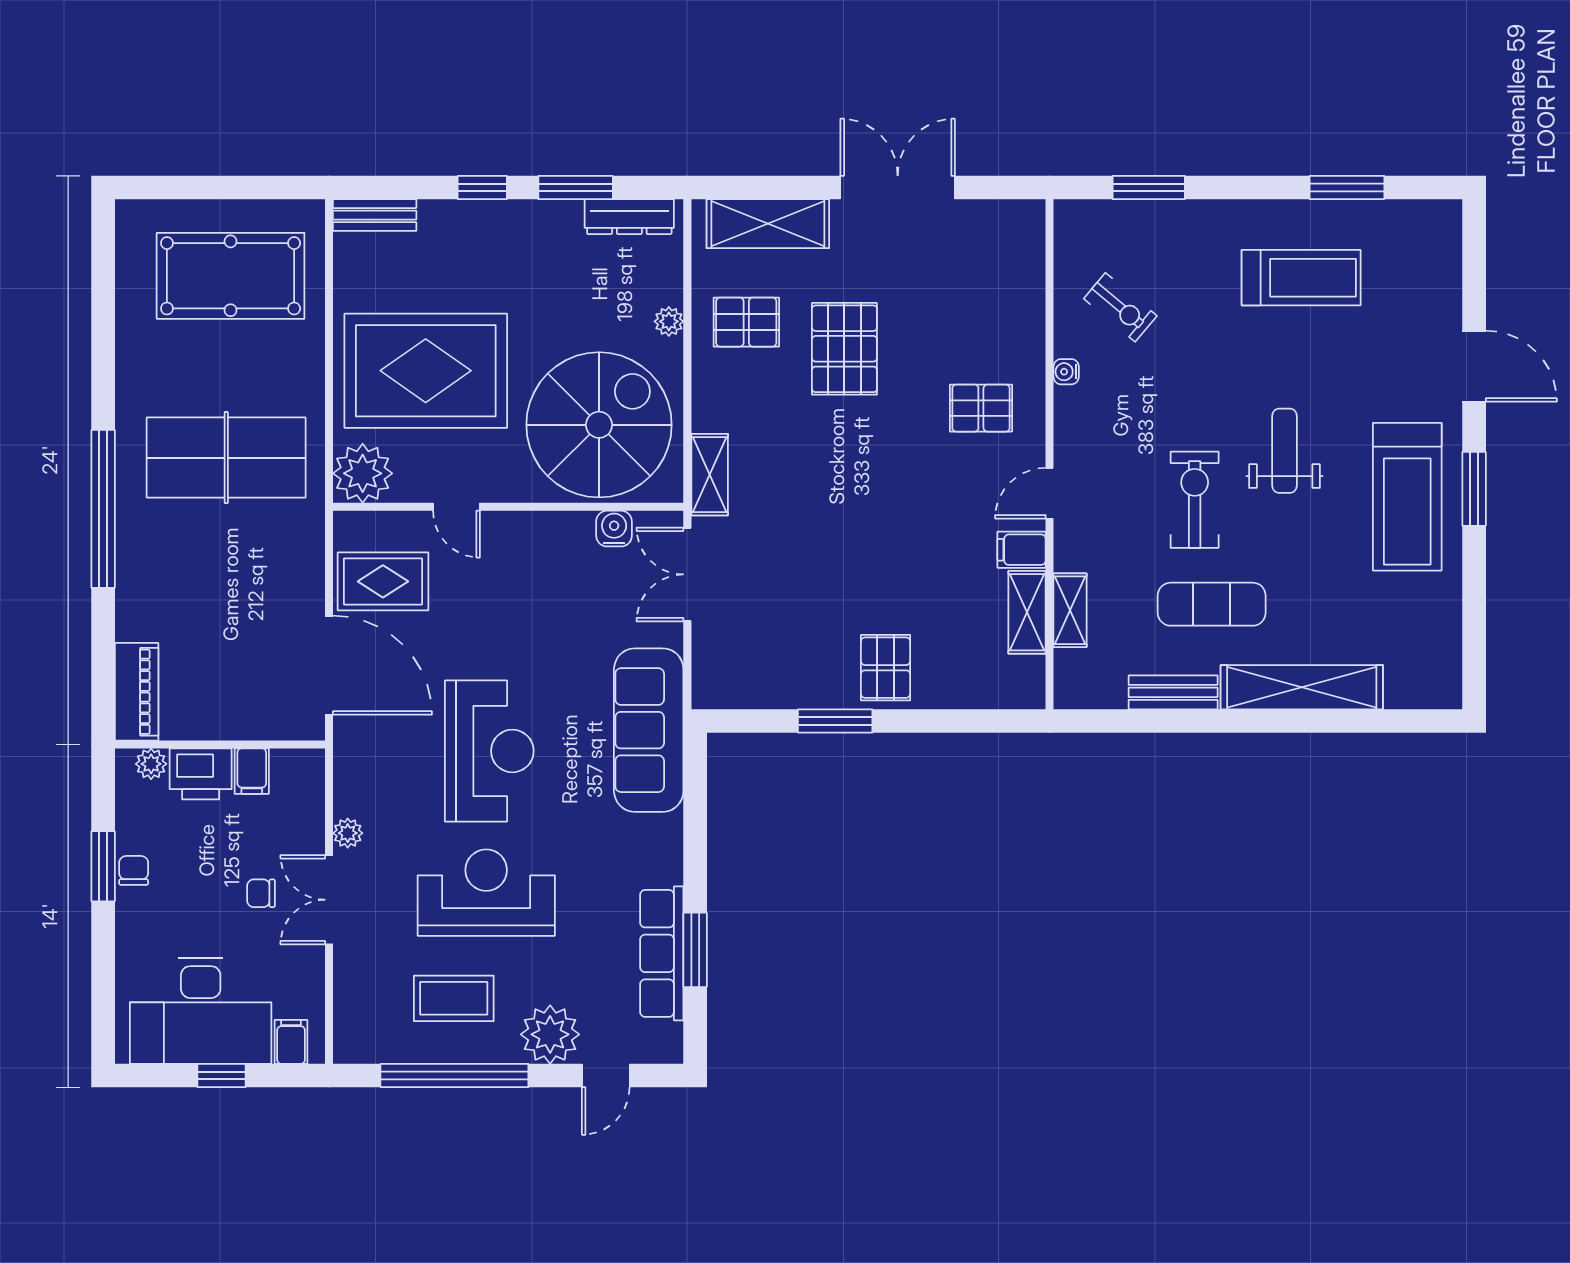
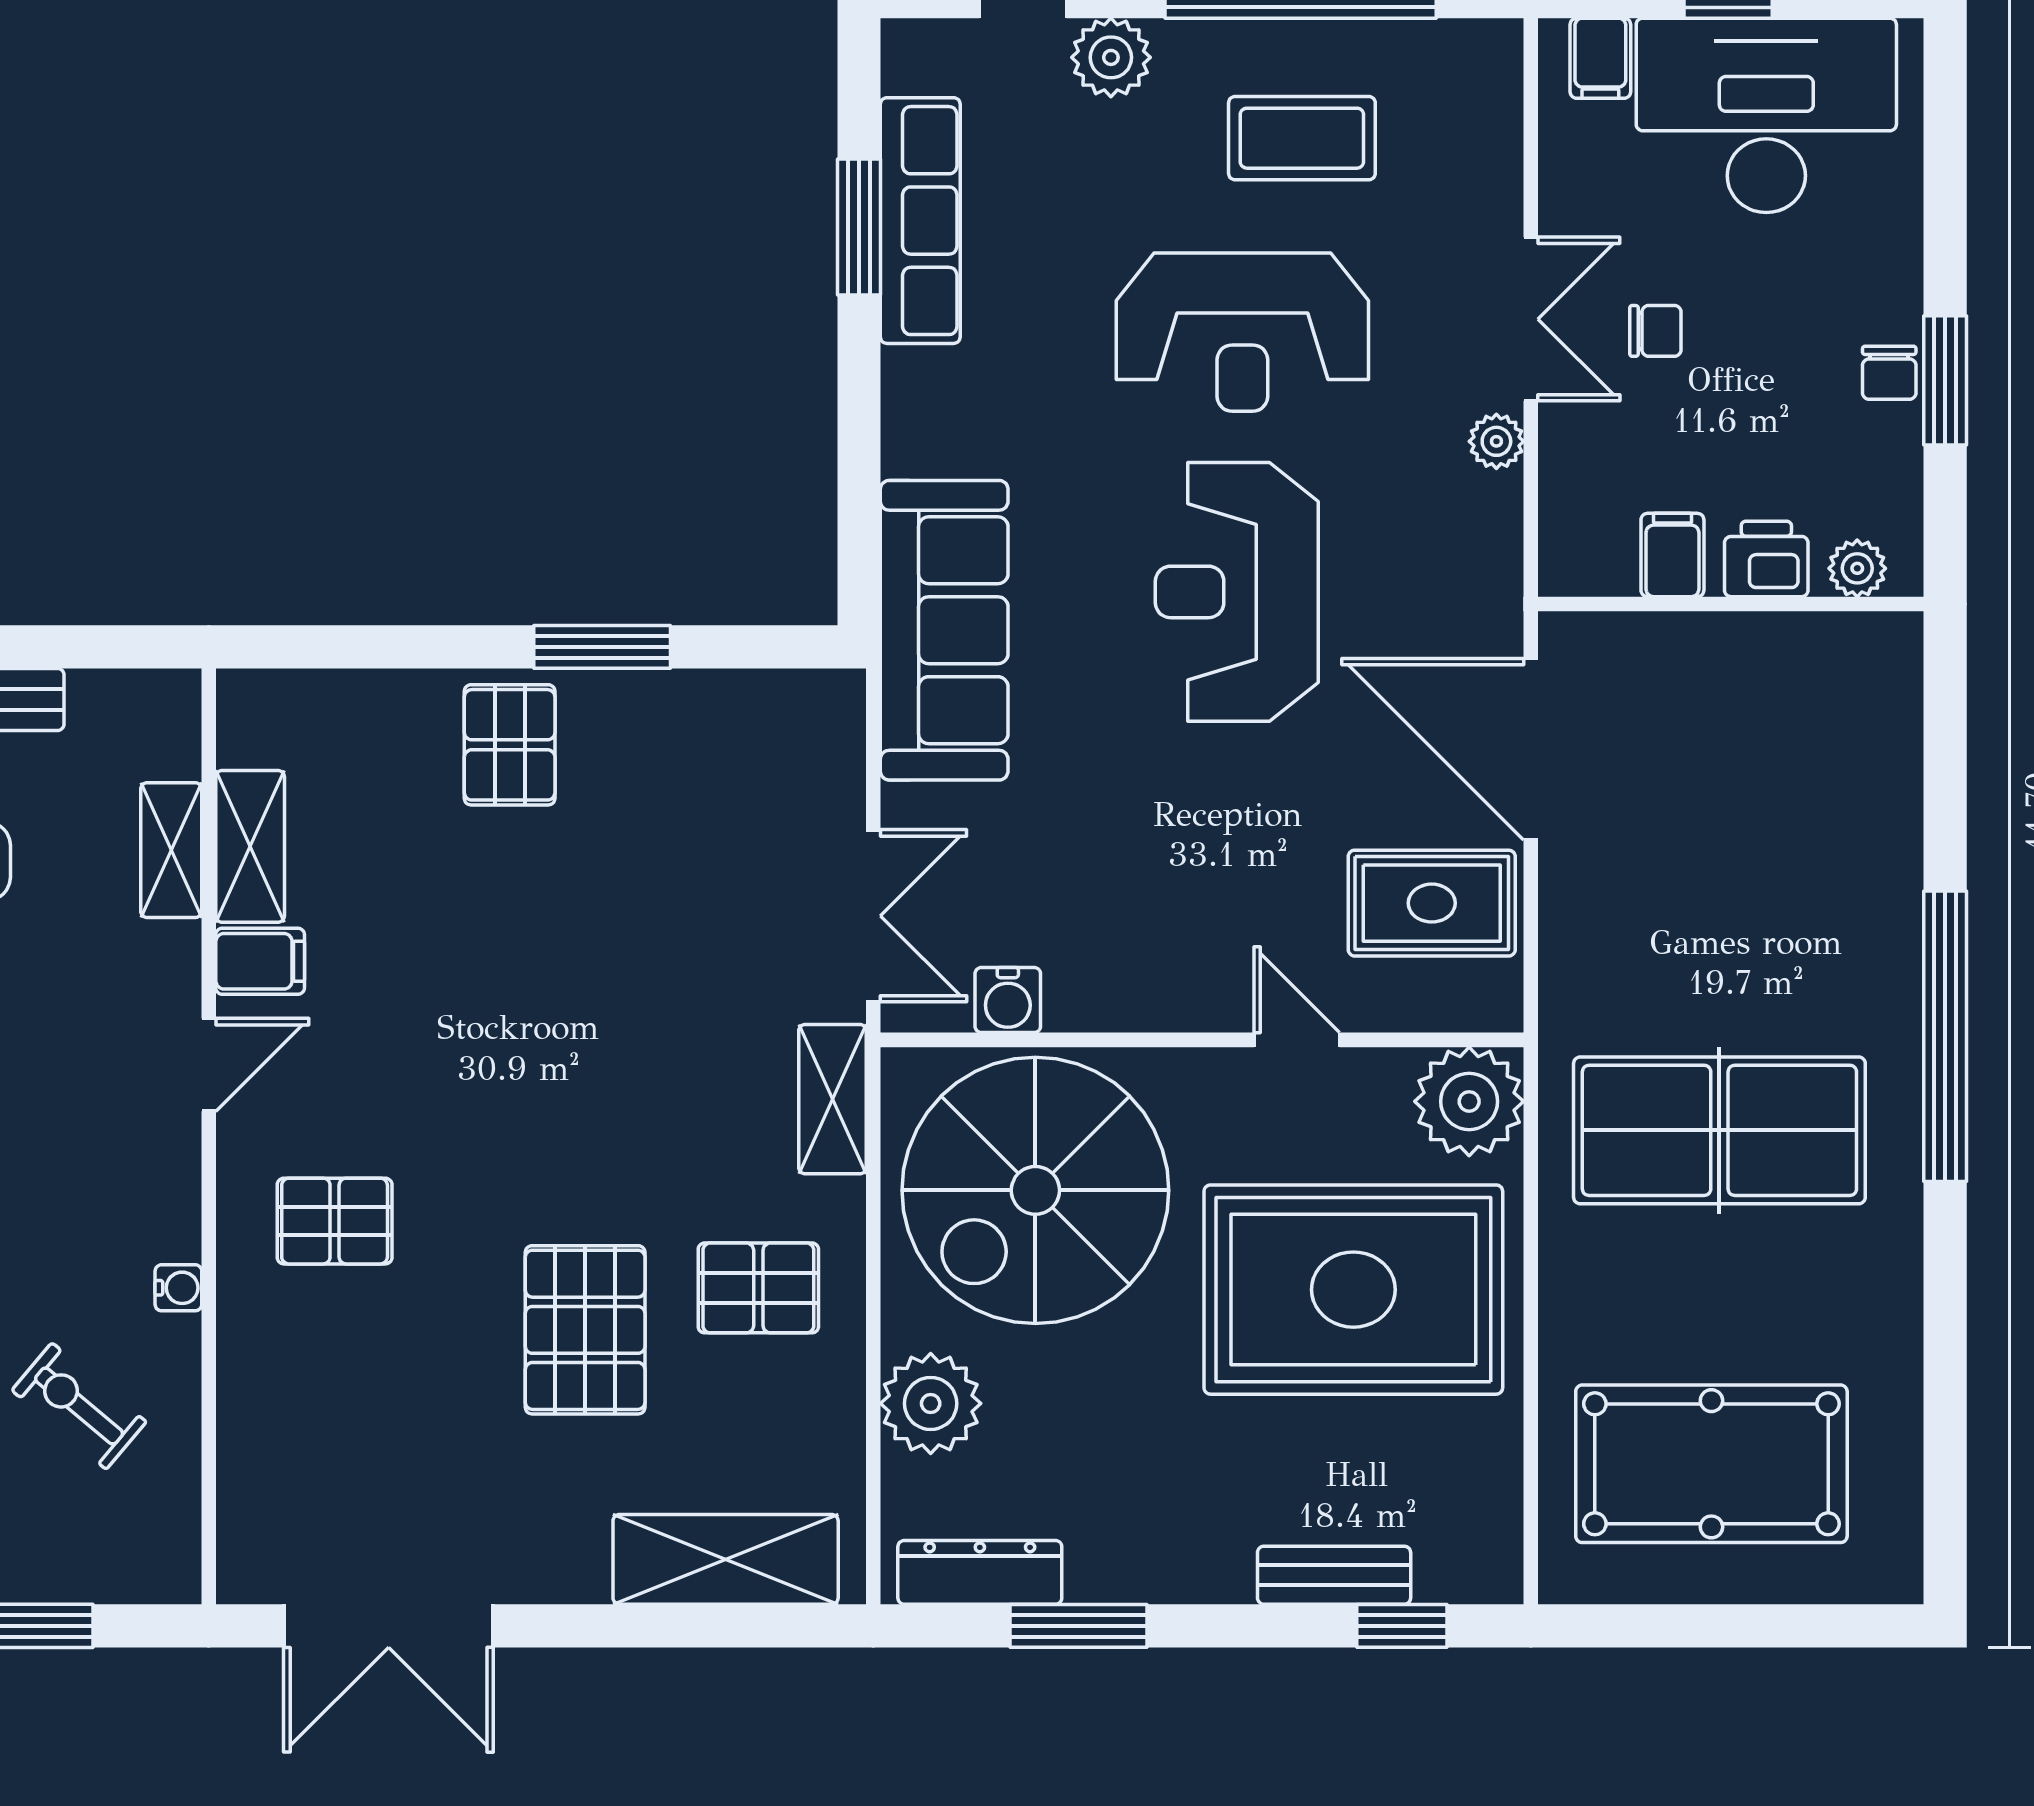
window: (482, 187) -> (1402, 1626), moved
double door: (898, 187) -> (389, 1626), moved
bench: (375, 215) -> (1334, 1575), moved
plant: (669, 321) -> (931, 1403), width x1.87, depth x1.87
pallet: (746, 322) -> (758, 1288), moved
piano: (137, 692) -> (1884, 701), removed
printer: (201, 774) -> (1766, 559), width x0.73, depth x0.81
plant: (550, 1034) -> (1111, 57), width x0.73, depth x0.73

